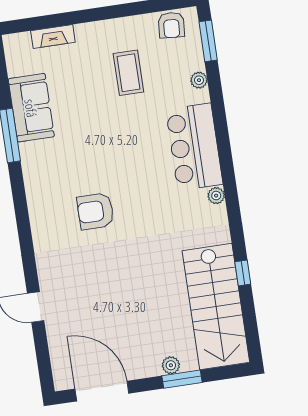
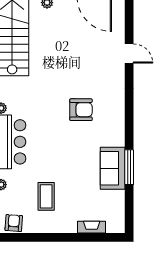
sofa: (31, 108) -> (113, 168), moved

